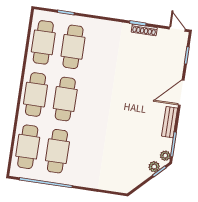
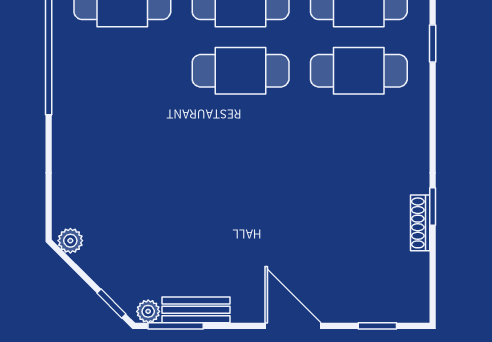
door: (177, 29) -> (433, 296), removed
bench: (170, 122) -> (196, 310), moved
cafe table: (57, 151) -> (122, 71), removed
plant: (154, 167) -> (70, 241), moved

